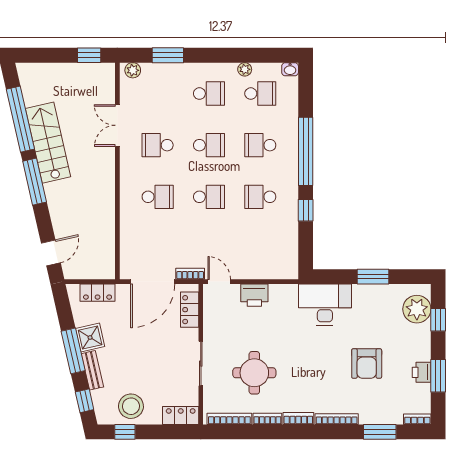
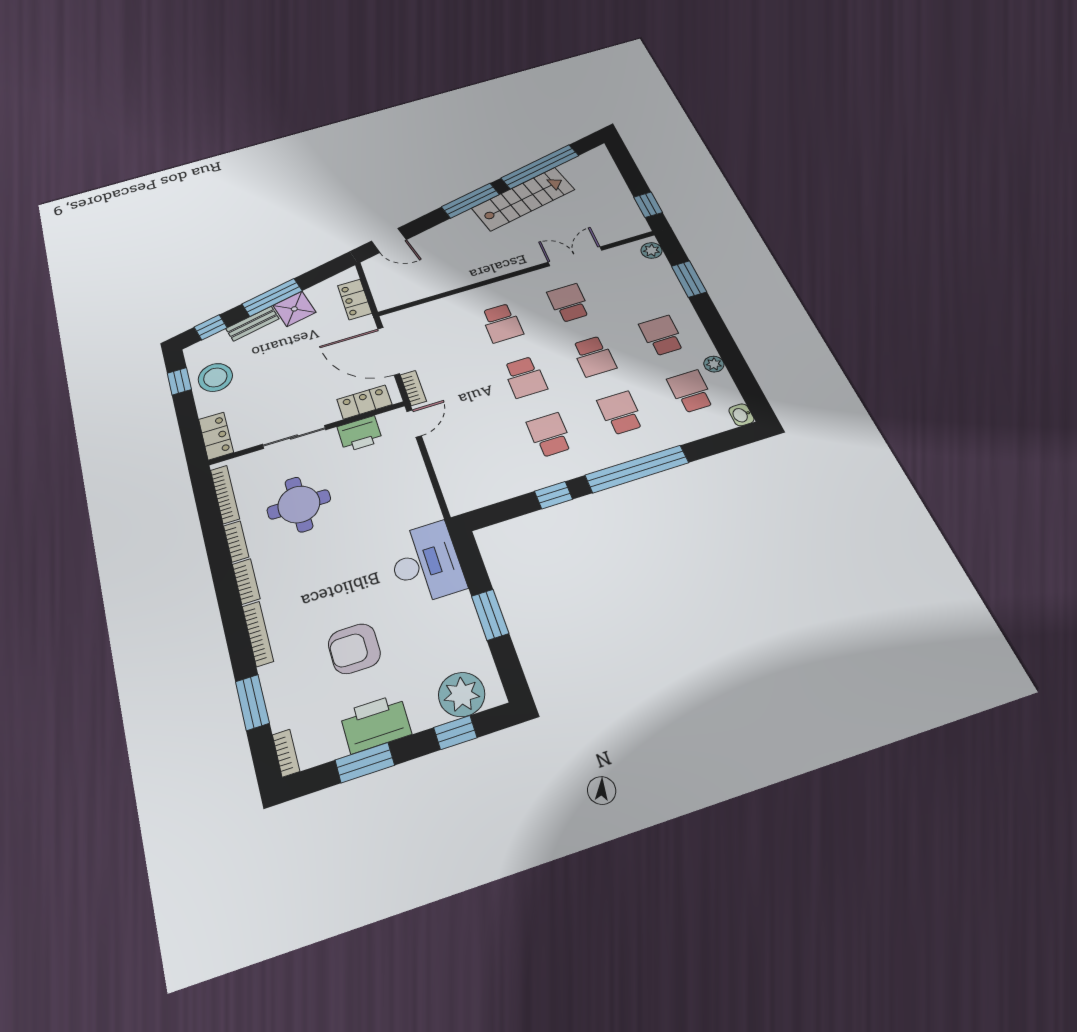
school desk: (209, 94) -> (662, 336), turned 180
school desk: (260, 94) -> (691, 391), turned 180
printer: (254, 295) -> (360, 434), moved, turned -90
printer: (422, 372) -> (376, 723), width x1.87, depth x1.48

